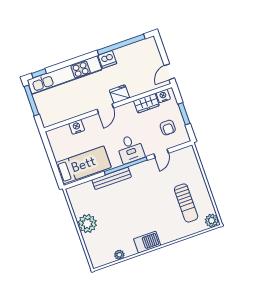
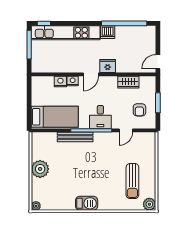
nightstand: (163, 96) -> (73, 81), moved
plant: (119, 255) -> (36, 206), moved

